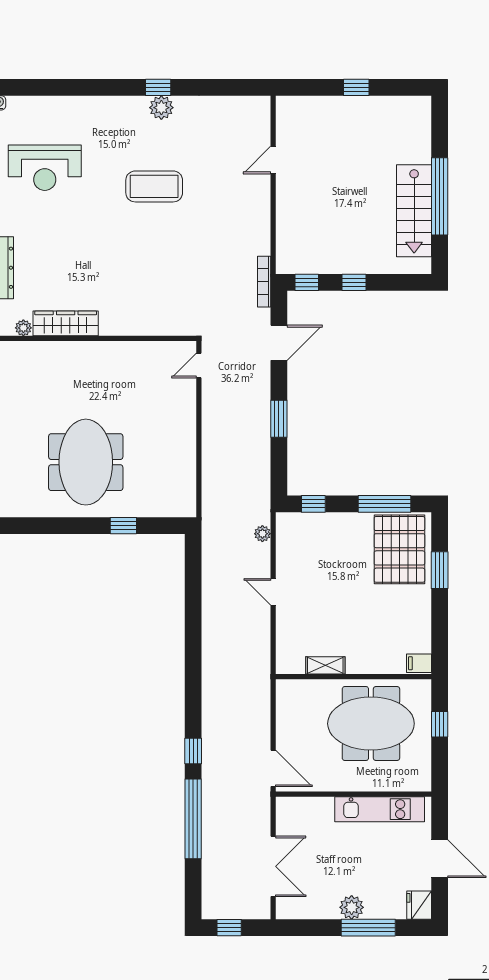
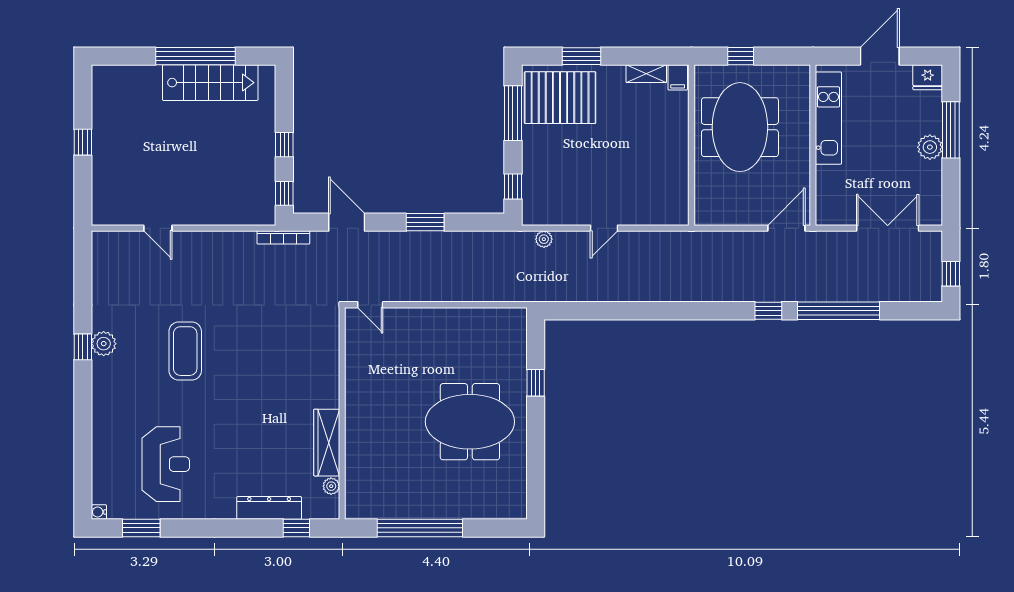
shelving: (325, 665) -> (646, 74), moved, turned 90

